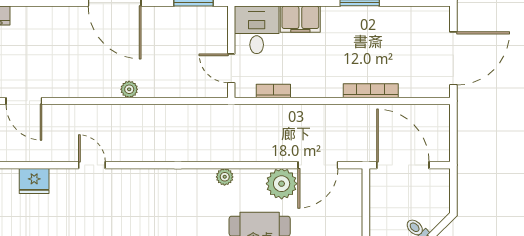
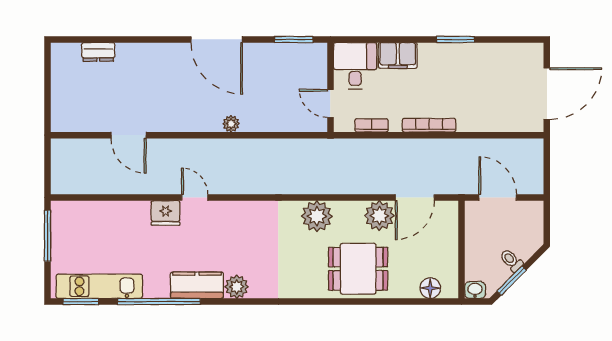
bookcase: (371, 91) -> (429, 125), moved
door: (403, 165) -> (498, 198), width x0.73
plant: (225, 177) -> (317, 216), width x1.88, depth x1.88
fridge: (34, 181) -> (166, 213), moved

